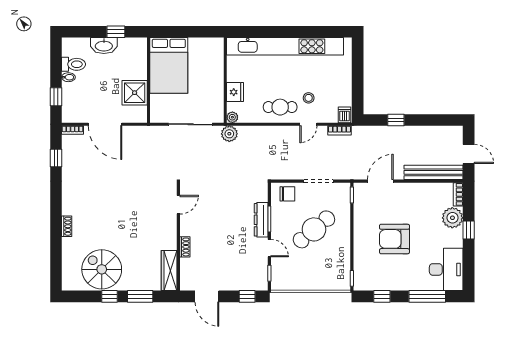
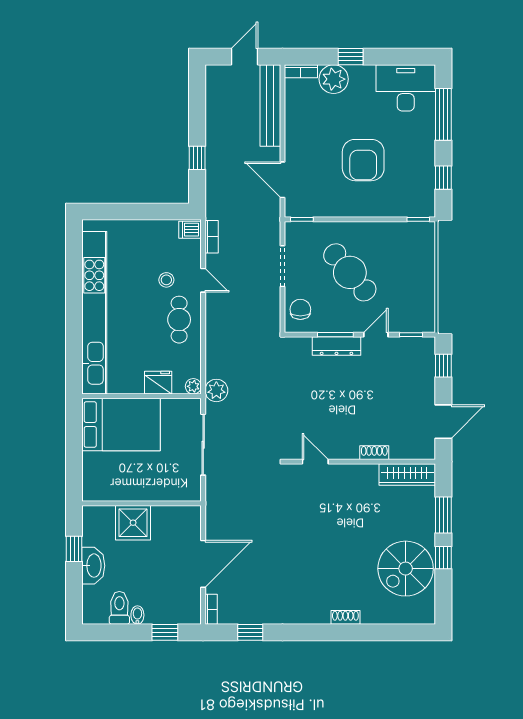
bed: (169, 65) -> (121, 424), moved
shower: (135, 93) -> (133, 523), moved

